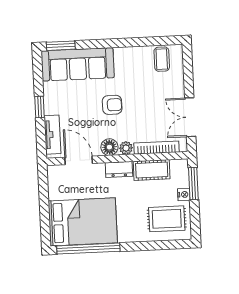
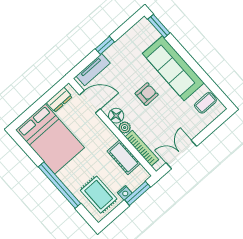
sofa: (78, 64) -> (173, 68), moved
armchair: (112, 105) -> (147, 94), turned -90
door: (79, 160) -> (90, 102), hinge flipped
dresser: (119, 169) -> (59, 100), moved, turned -90
window: (88, 249) -> (59, 185), moved

